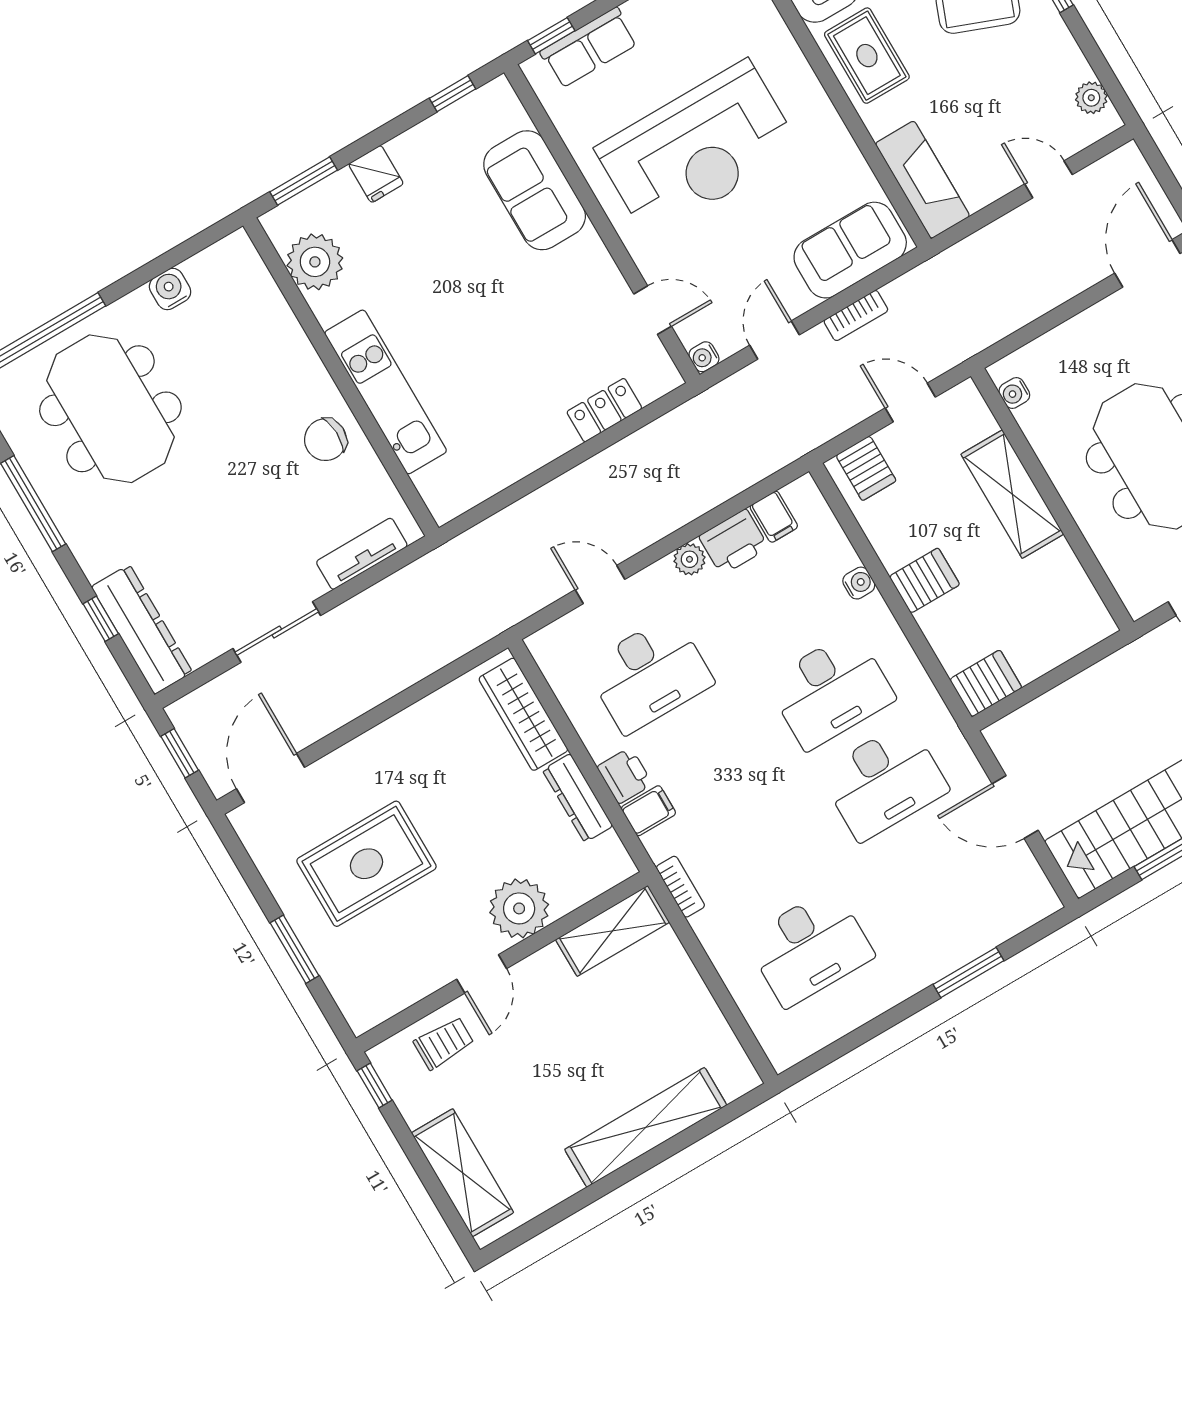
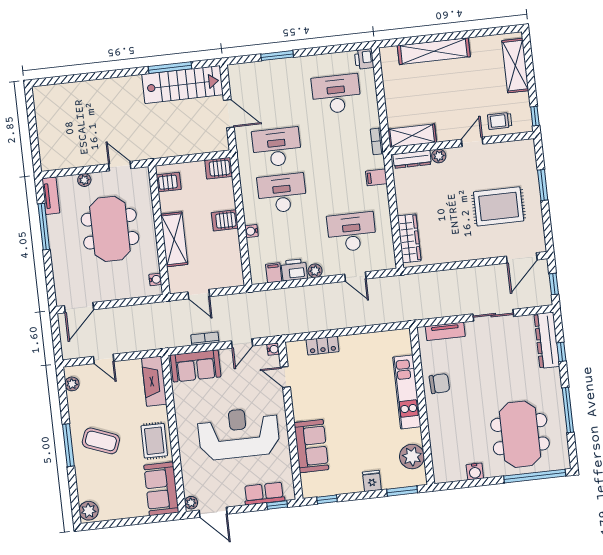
server rack: (866, 468) -> (169, 182), moved, turned 90
printer: (625, 776) -> (364, 59), moved
dresser: (578, 798) -> (412, 159), moved, turned 90
plant: (519, 908) -> (439, 156), width x0.53, depth x0.53

